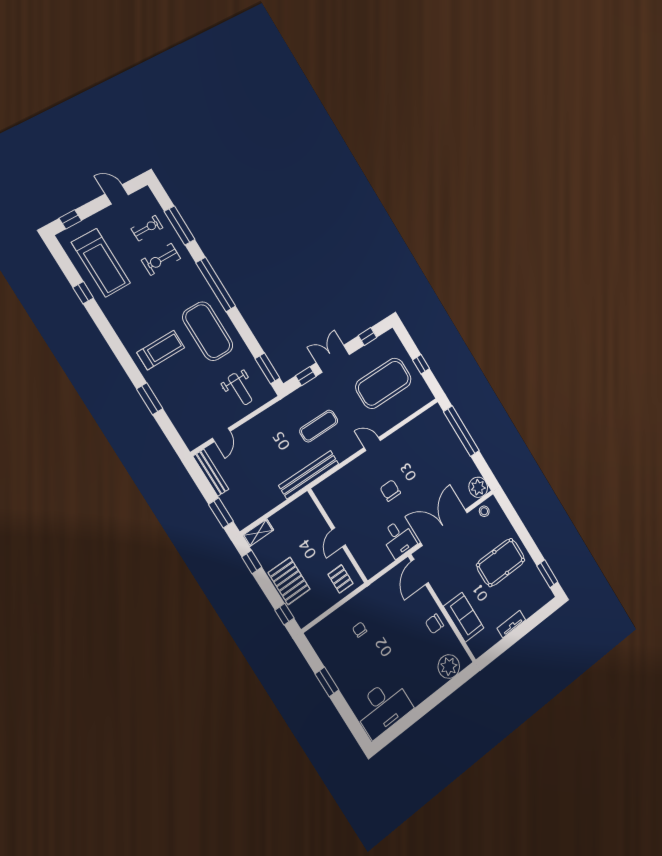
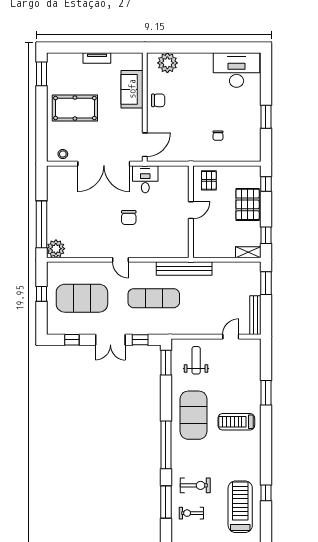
exercise mat: (319, 426) -> (154, 298), width x1.36, depth x1.45
plant: (478, 487) -> (56, 249), moved

